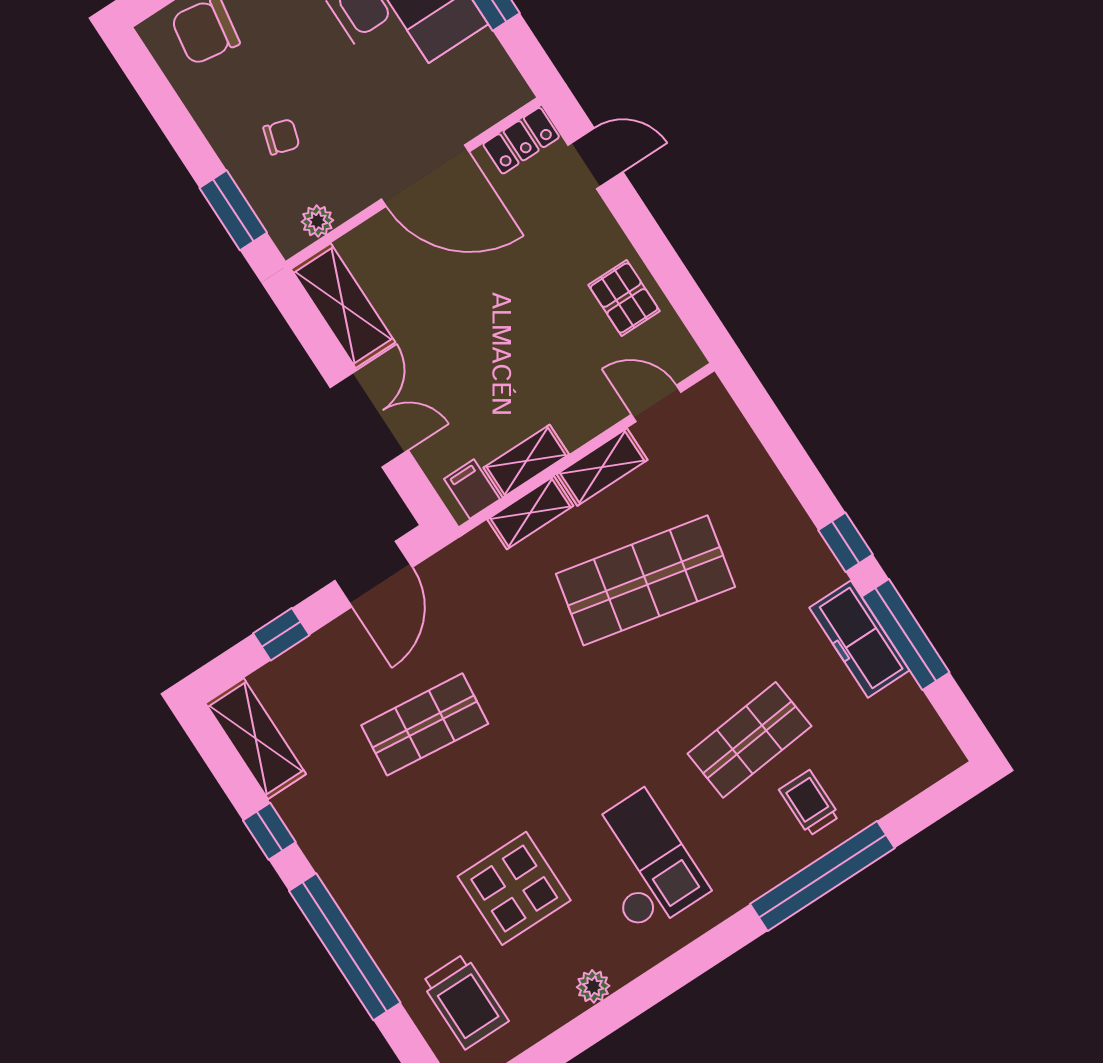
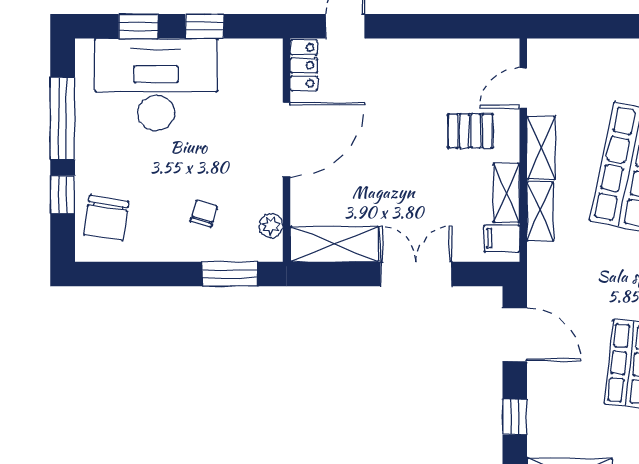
pallet: (624, 298) -> (470, 131), moved

